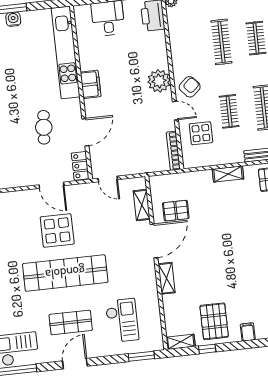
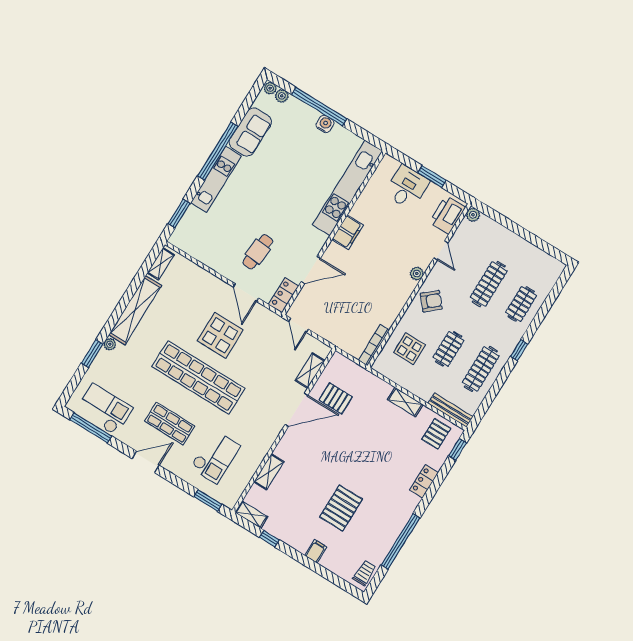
plant: (159, 81) -> (417, 274), width x0.53, depth x0.53
door: (175, 111) -> (441, 250), moved
cafe table: (44, 127) -> (258, 252), moved
shelving: (167, 278) -> (269, 472), moved
pallet: (214, 321) -> (341, 508), moved

